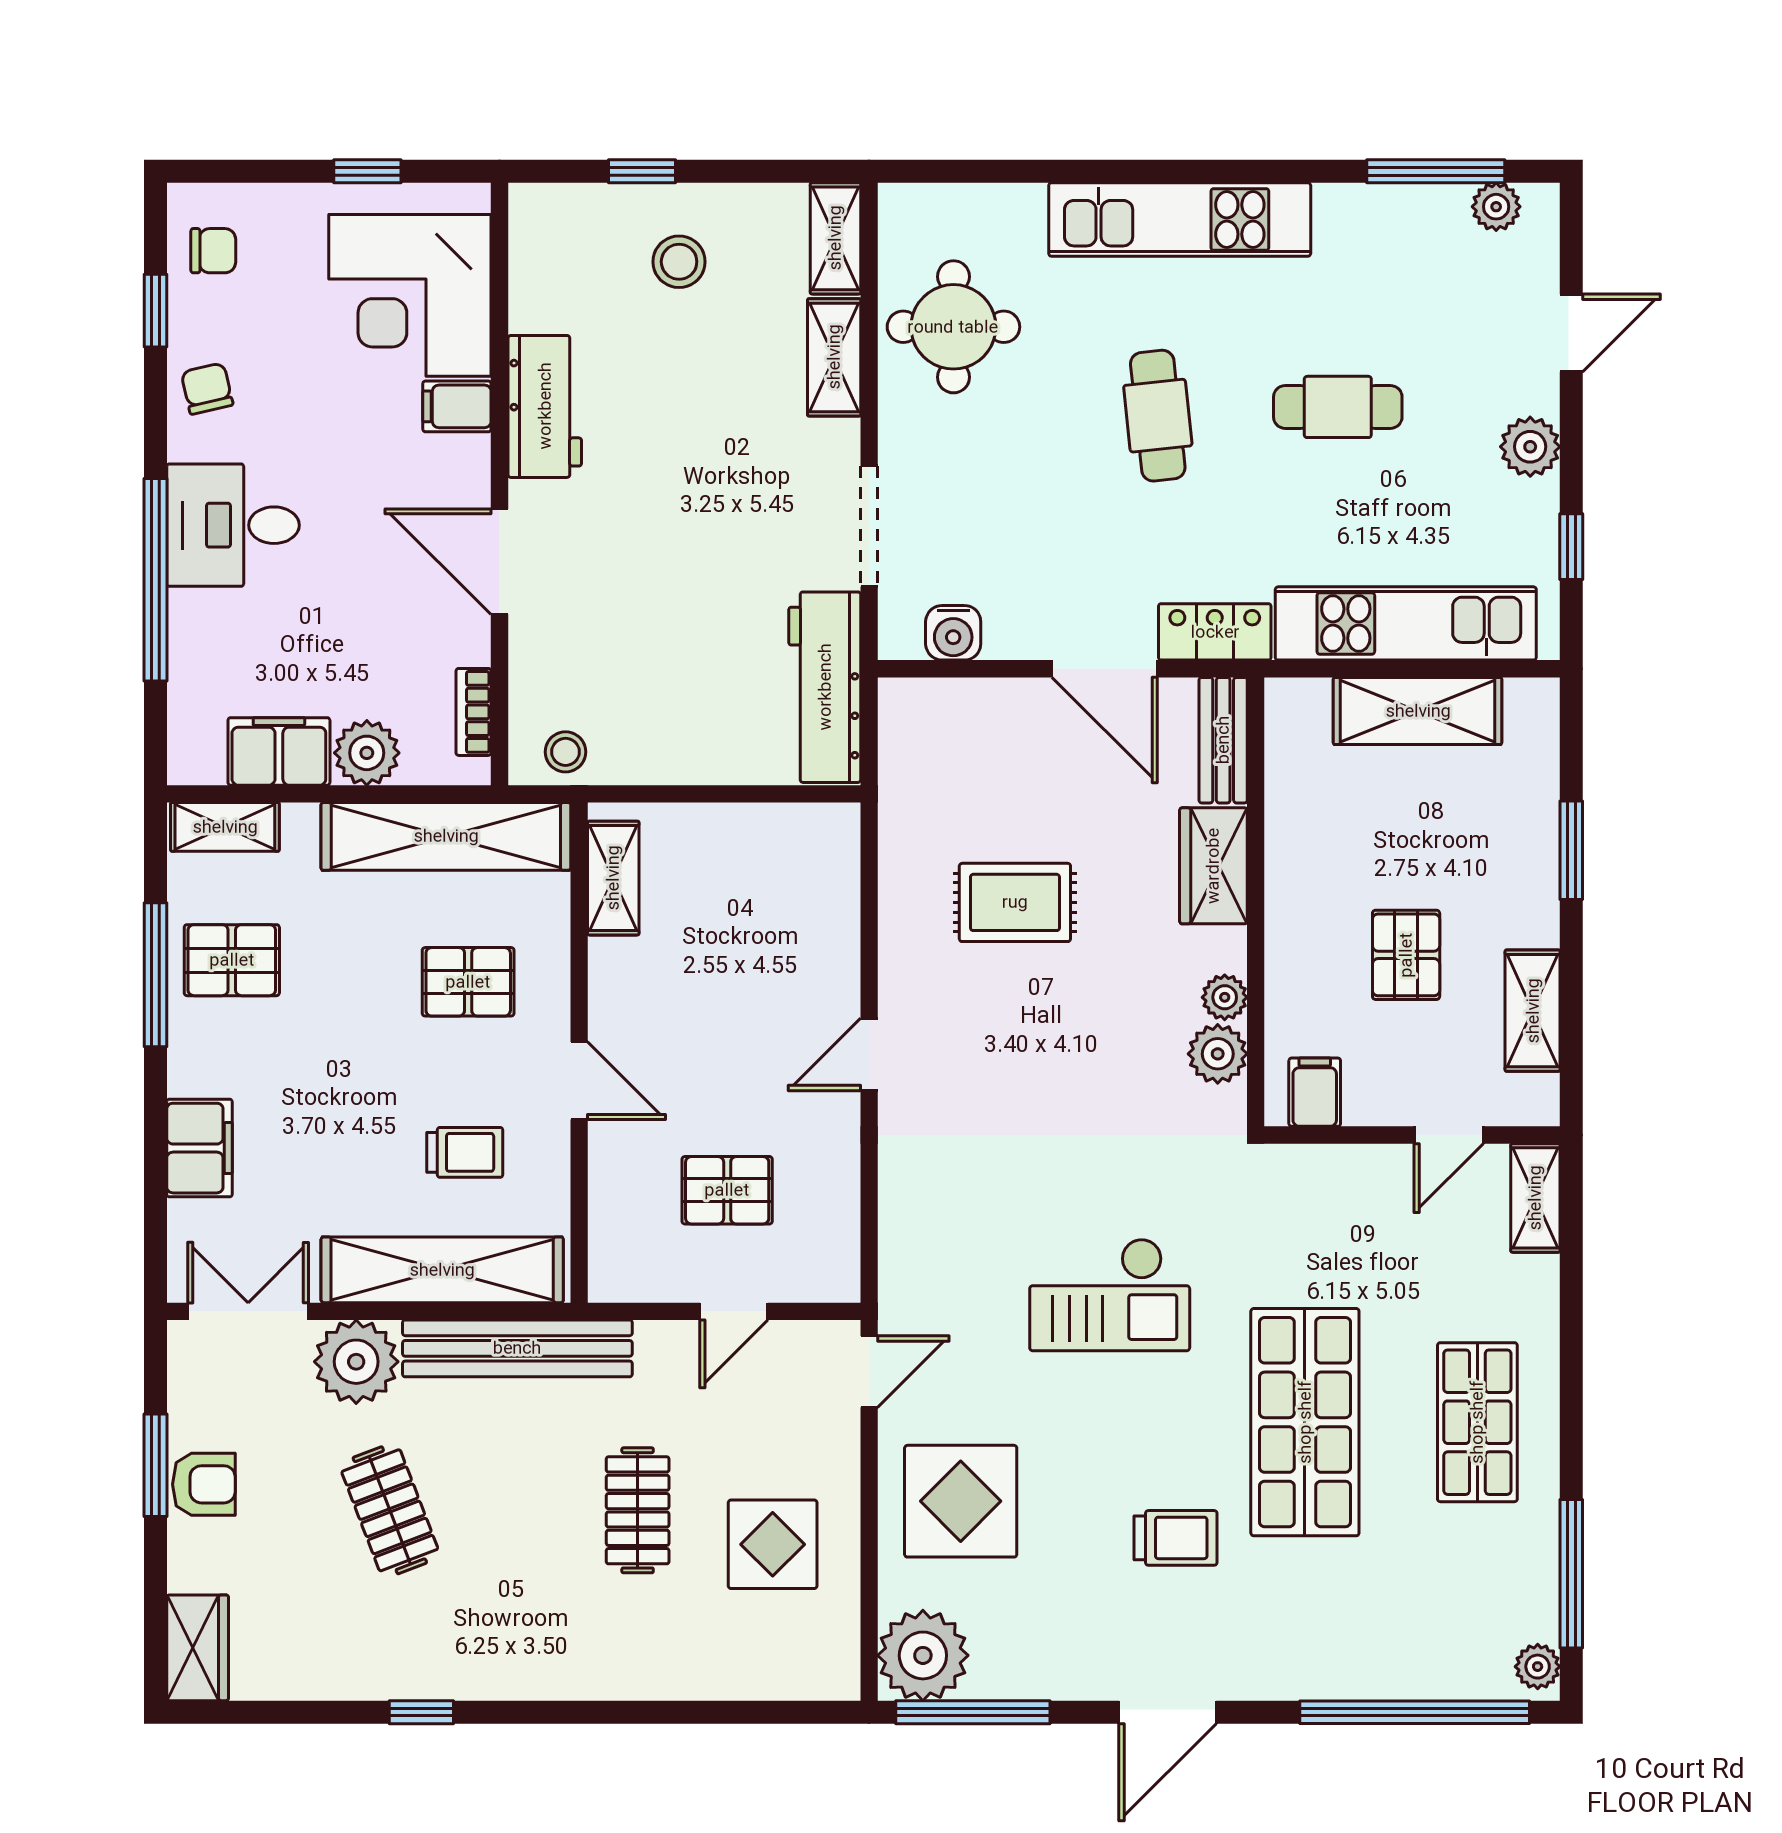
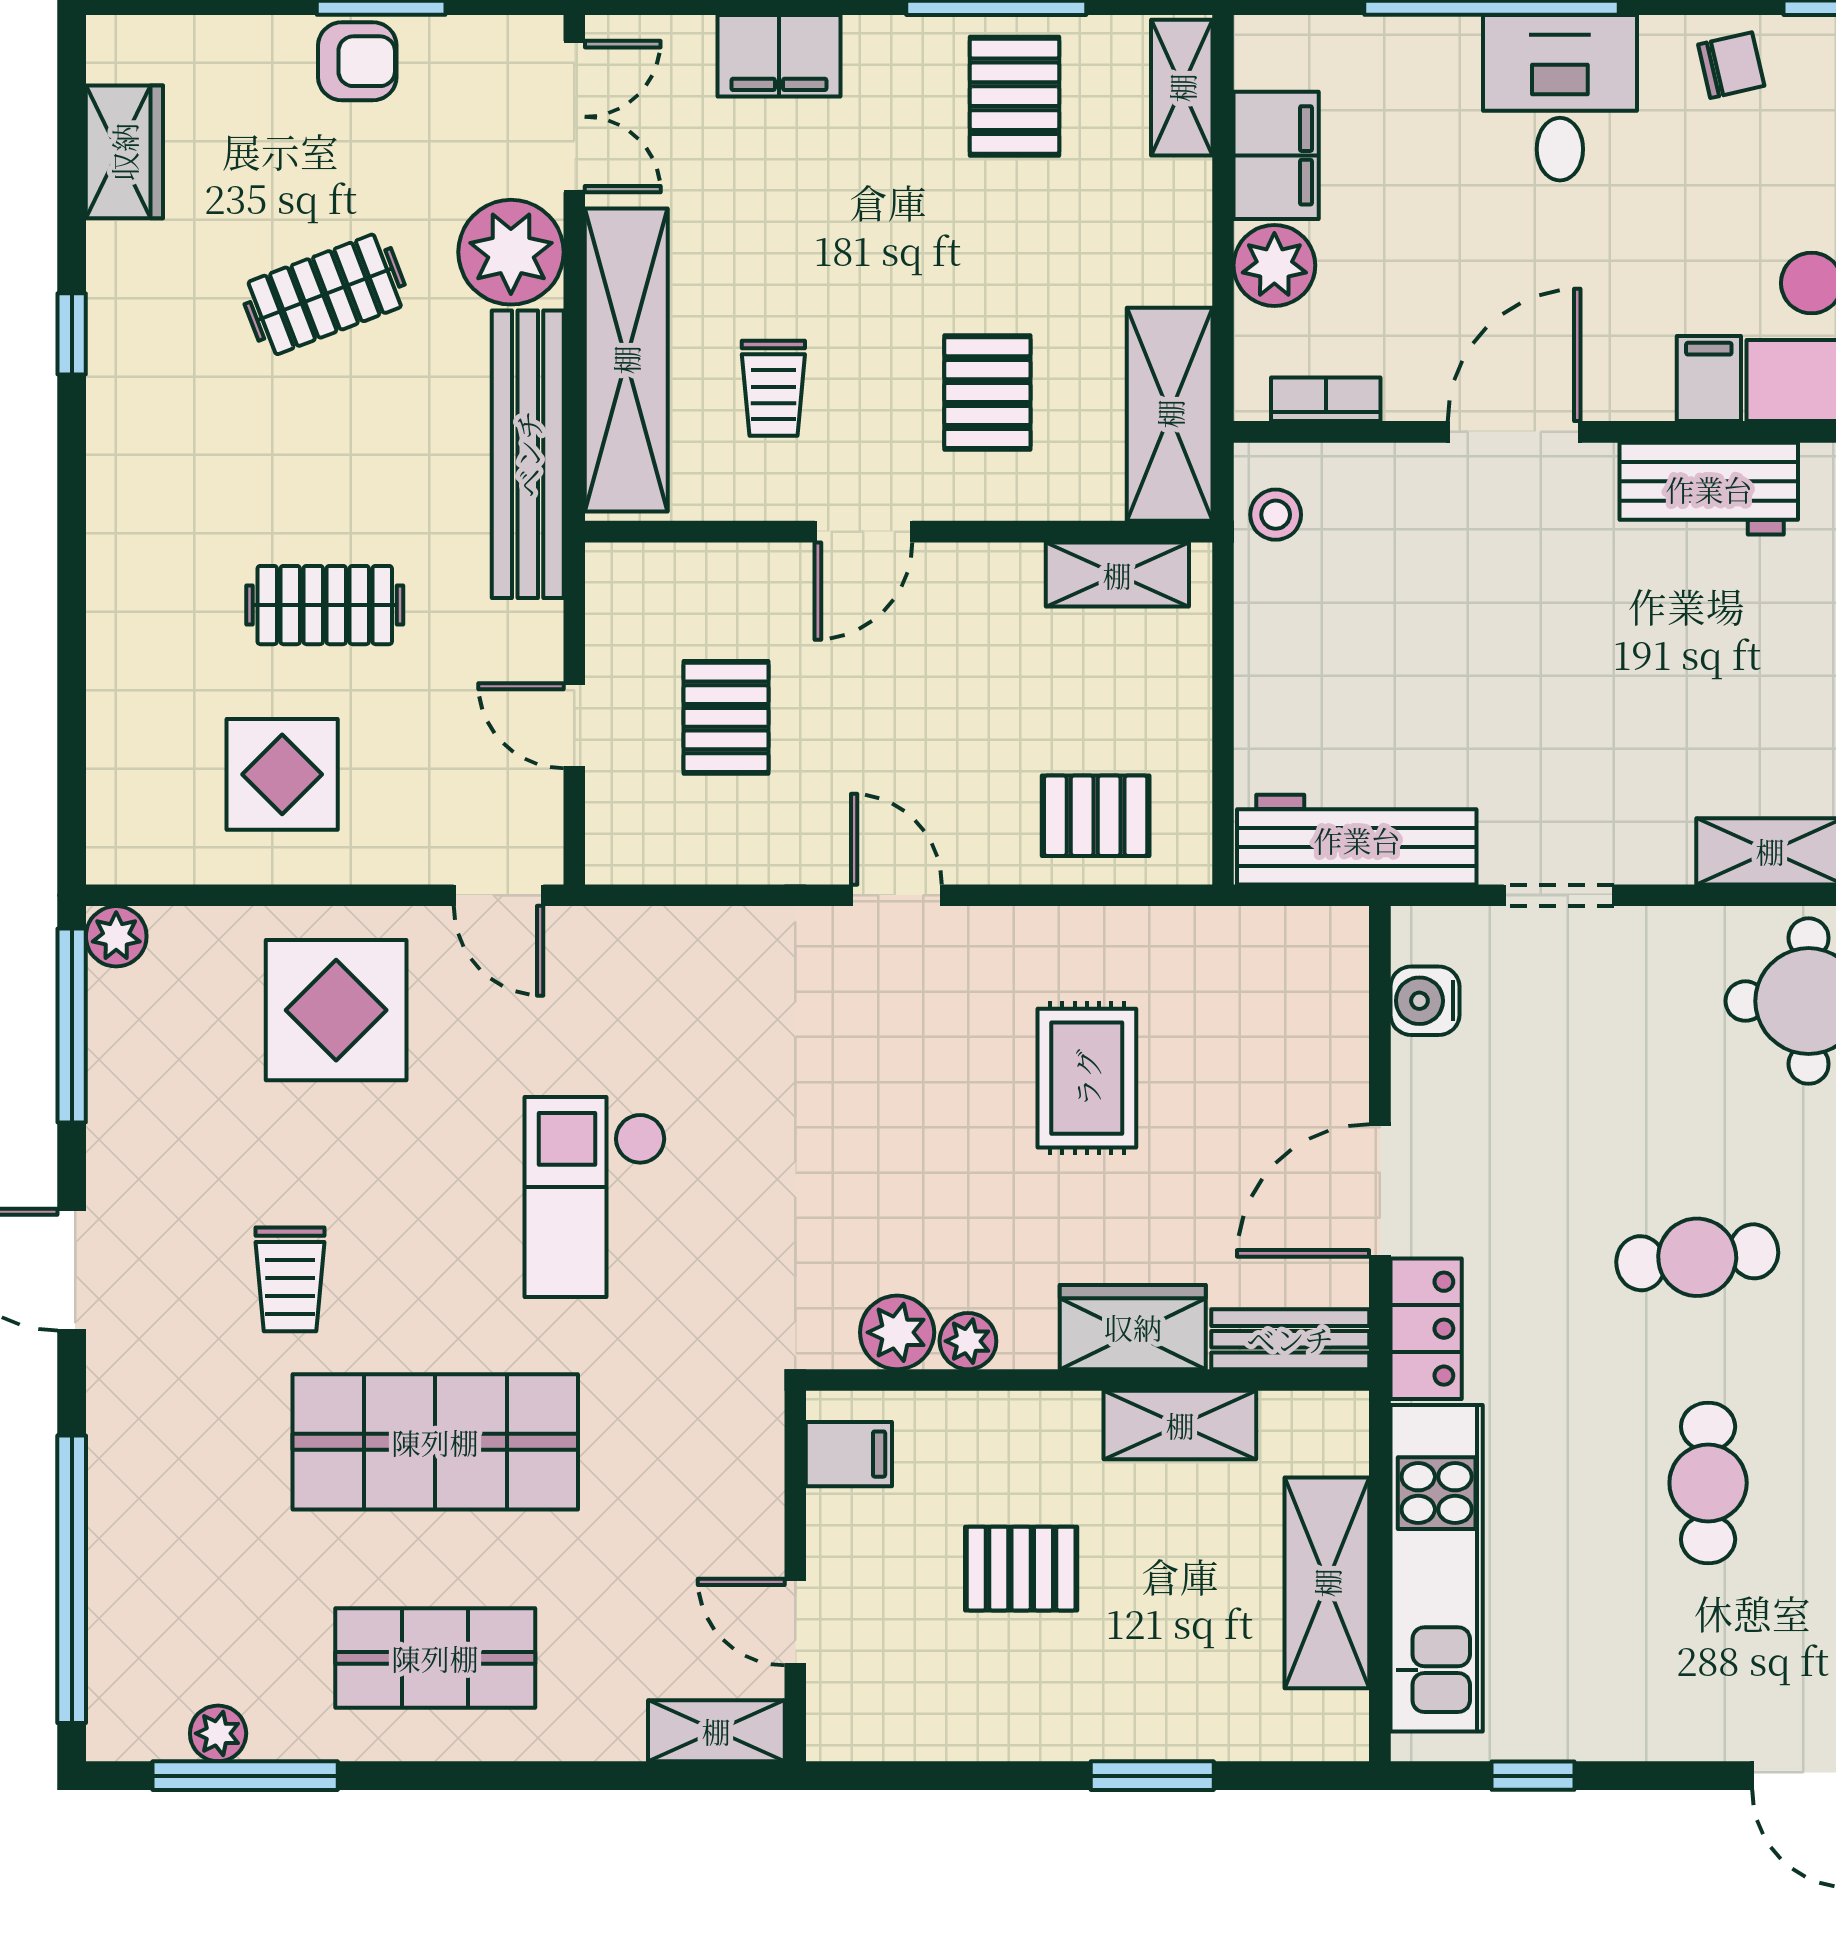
plant: (1530, 447) -> (1658, 1724), removed
doorway: (869, 526) -> (1559, 895), width x0.73
shelving: (446, 836) -> (1170, 414), width x0.68
pallet: (806, 895) -> (1096, 816), added
shelving: (1533, 1011) -> (1180, 1425), moved
armchair: (204, 1484) -> (357, 61), turned -90
wardrobe: (198, 1648) -> (124, 152), moved, turned -90
plant: (923, 1655) -> (116, 936), width x0.53, depth x0.53
plant: (1538, 1667) -> (218, 1733), moved

